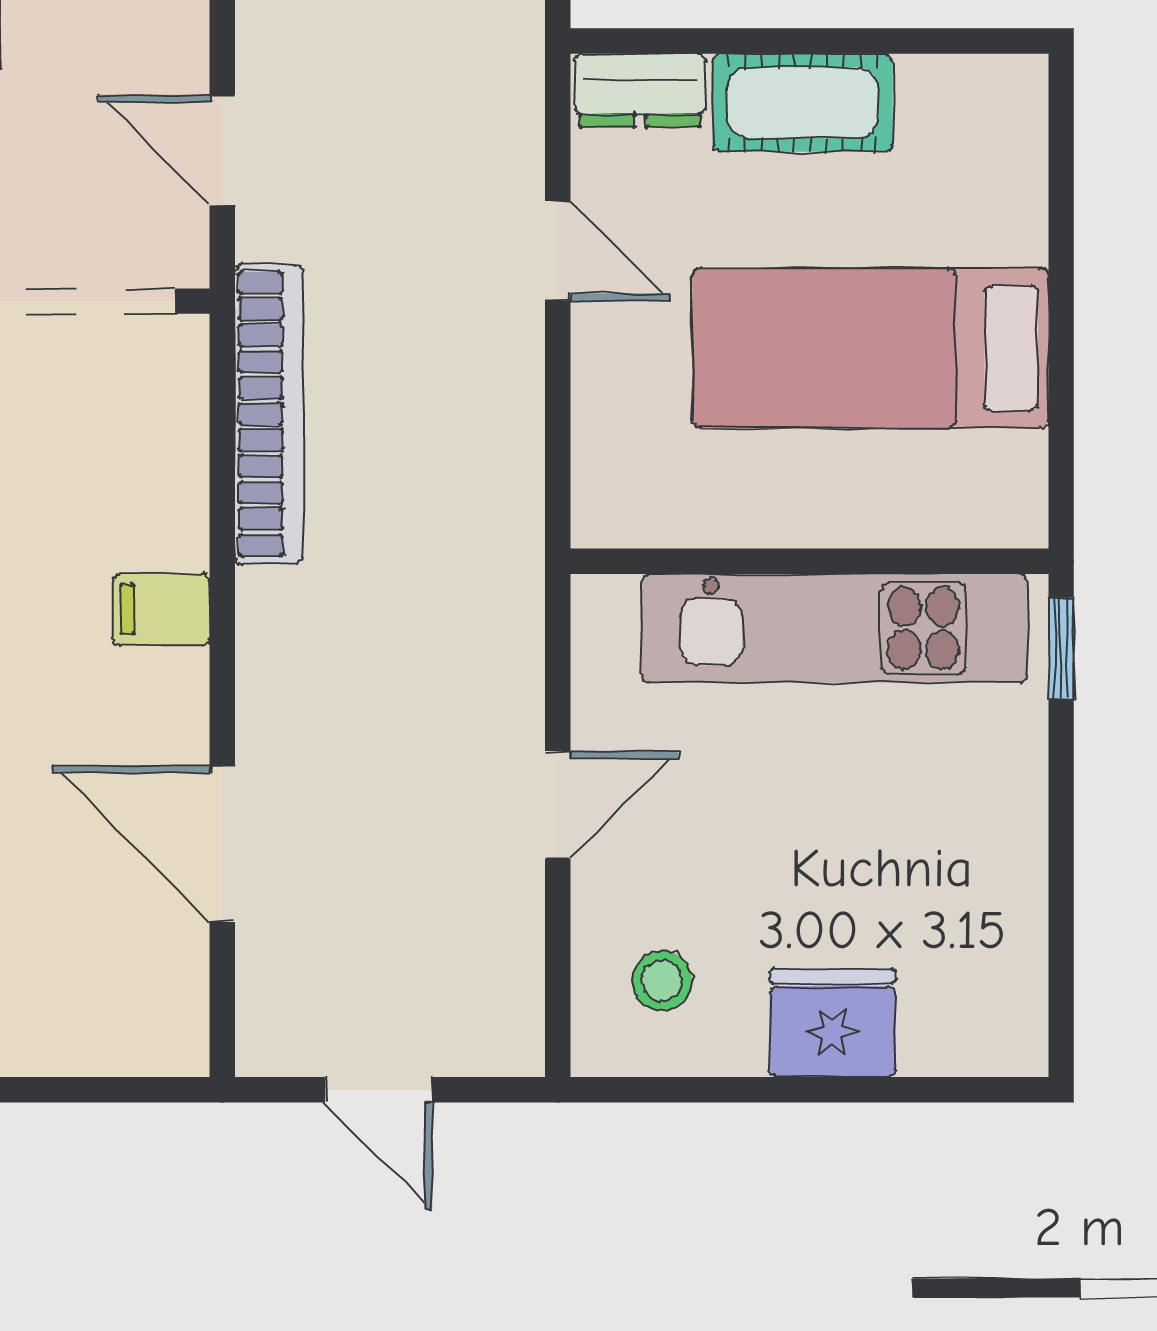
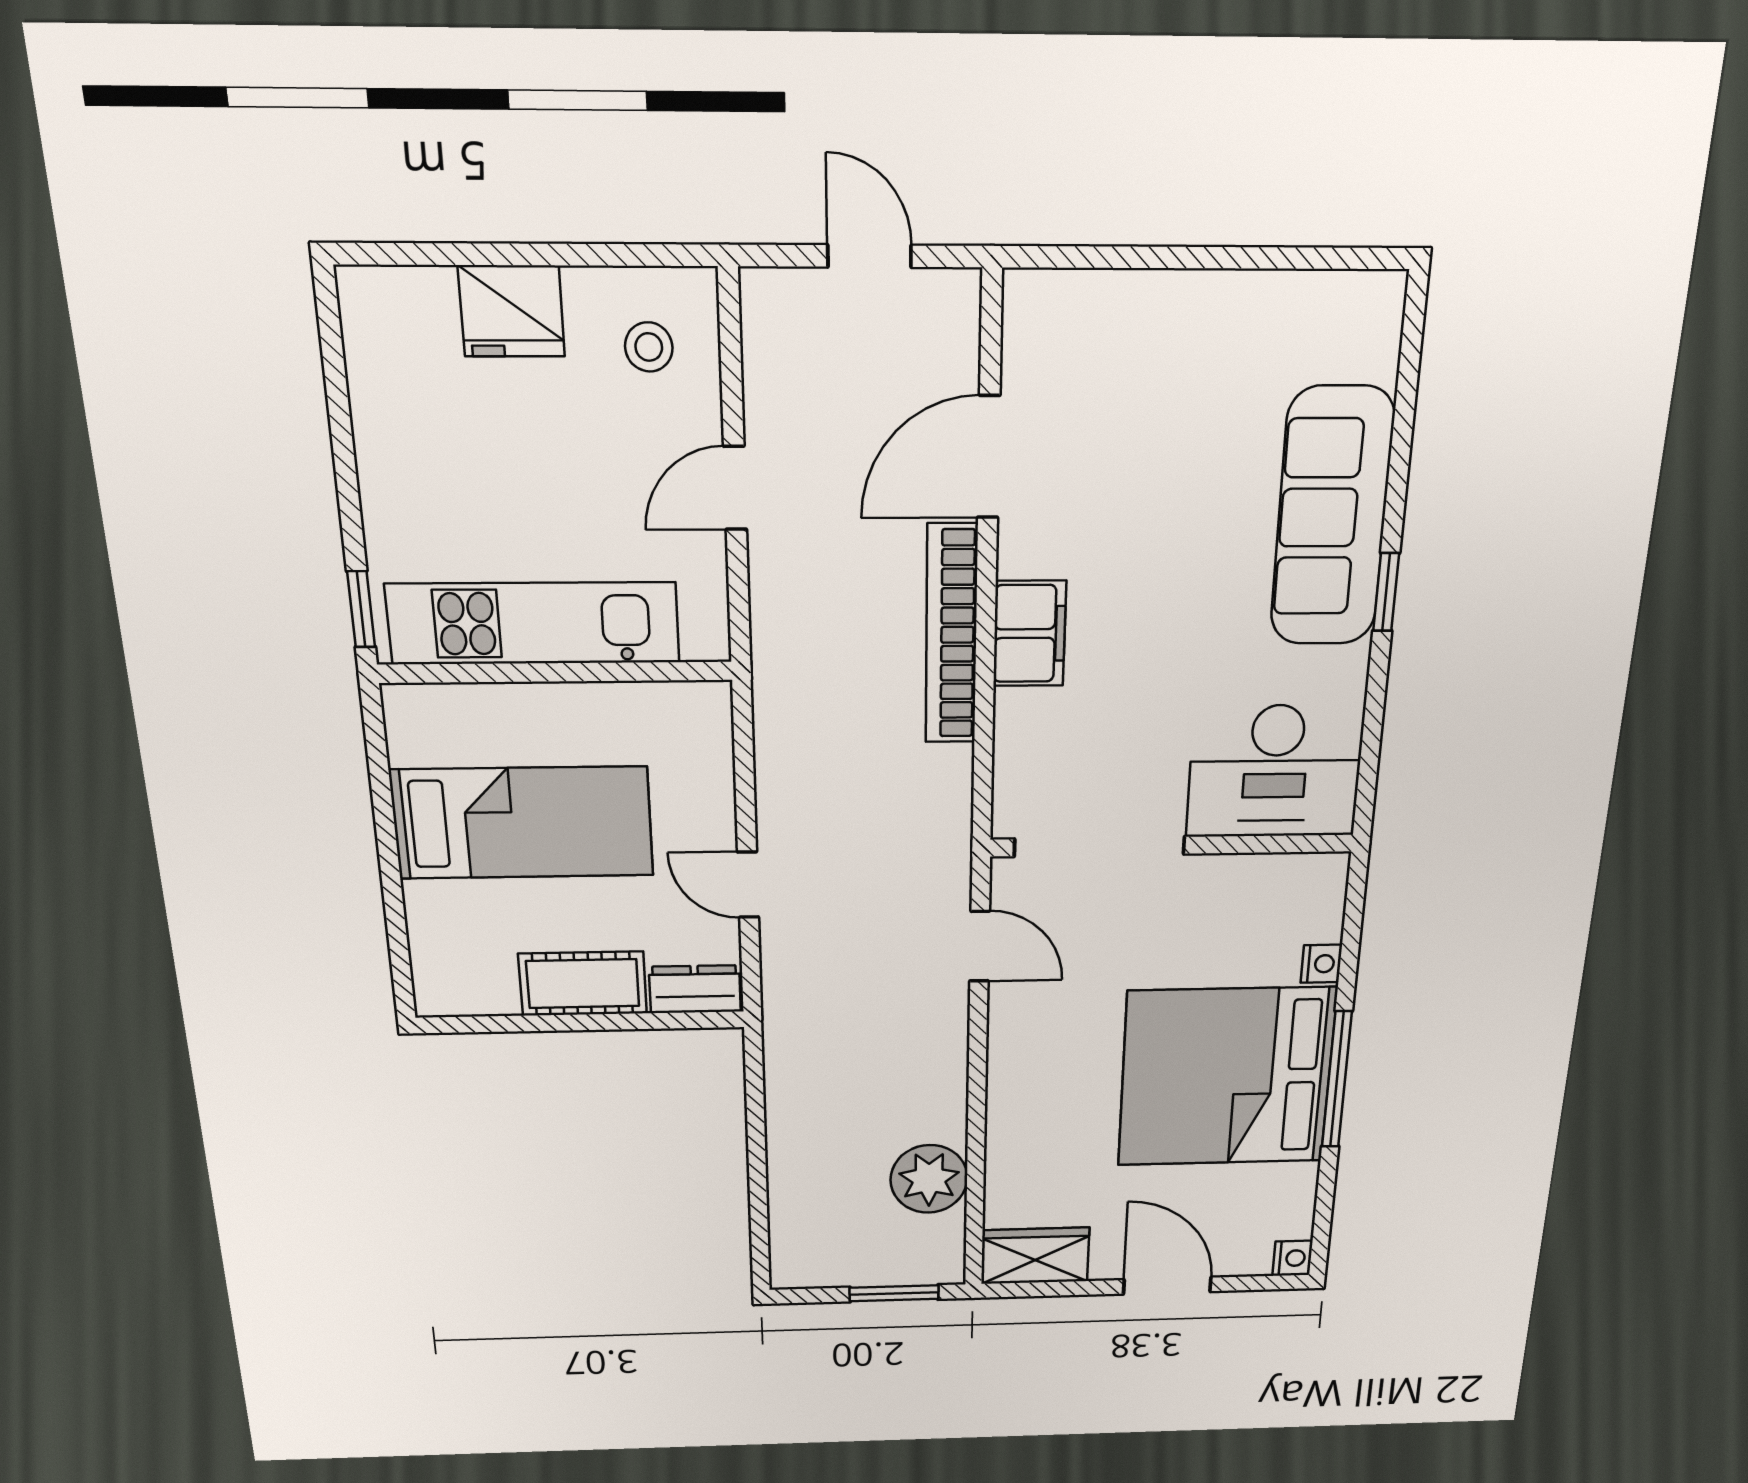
bookcase: (269, 414) -> (951, 635), moved
filing cabinet: (161, 609) -> (1030, 634), width x2.00
door: (222, 844) -> (989, 457), swing flipped

